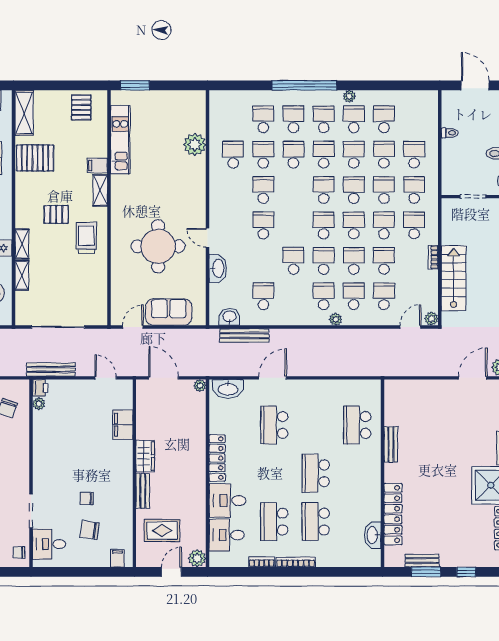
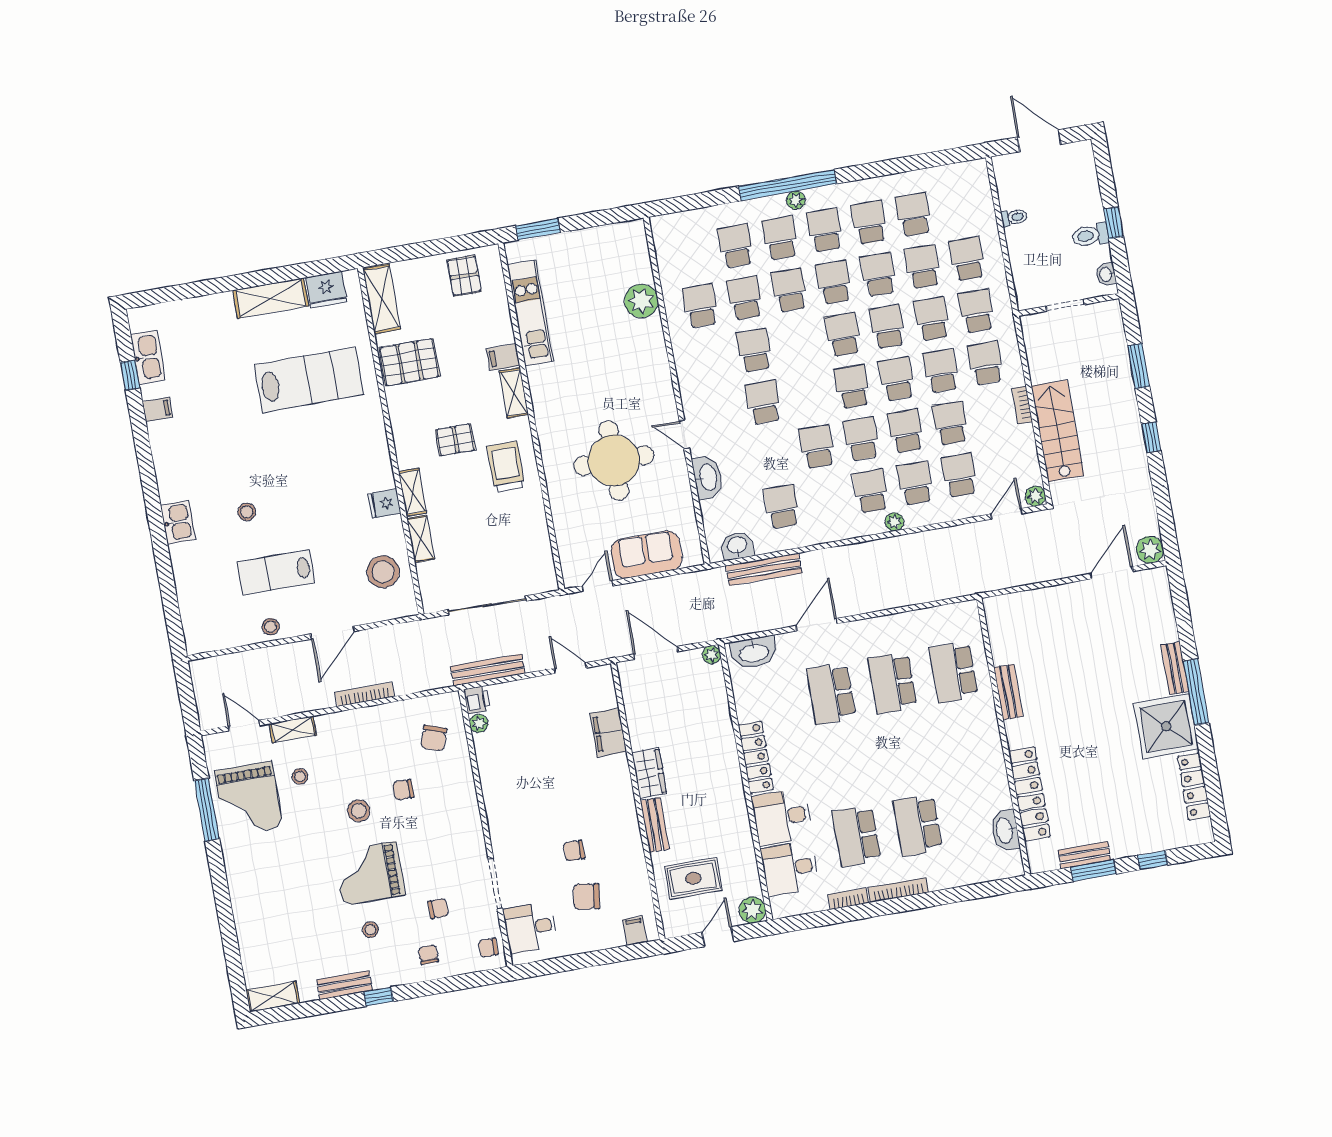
plant: (349, 96) -> (796, 200), moved
school desk: (316, 473) -> (892, 683), moved

